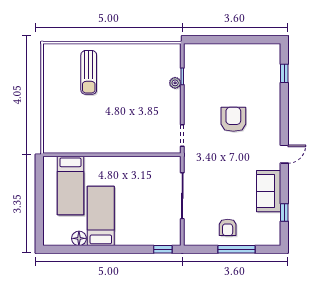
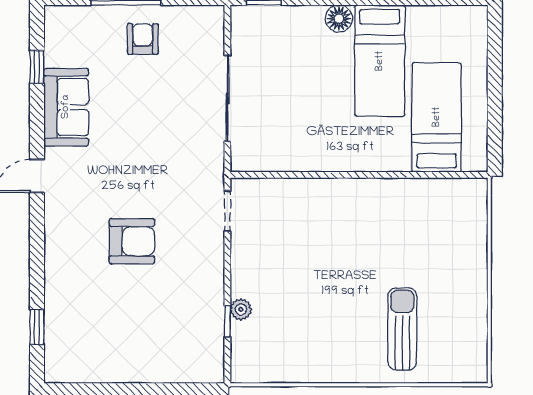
armchair: (233, 119) -> (132, 241), turned -90
floor lamp: (79, 238) -> (339, 19), moved

